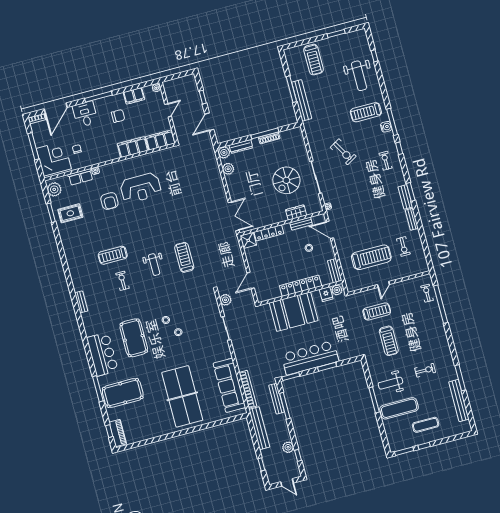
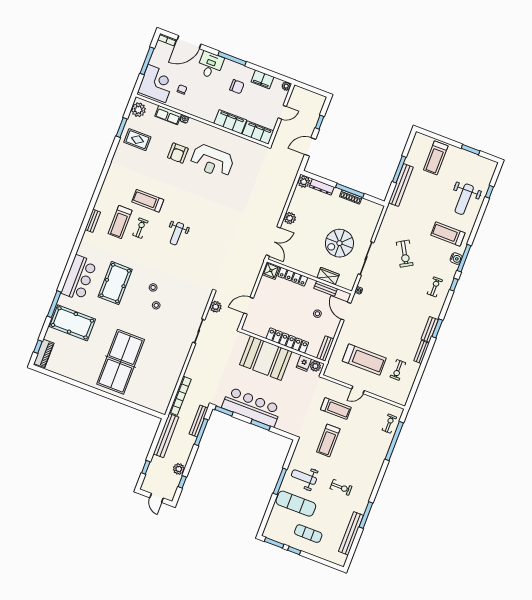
plant: (228, 169) -> (290, 218), moved
treadmill: (184, 257) -> (120, 222), moved, turned 180
sofa: (229, 385) -> (167, 381), removed

